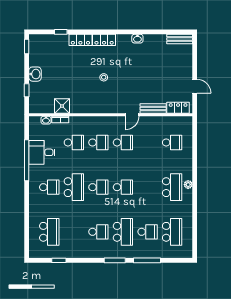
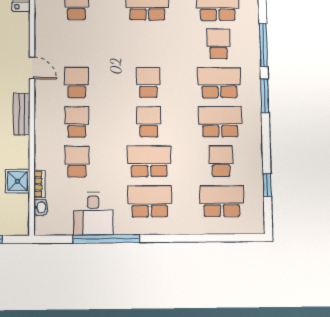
bench: (153, 108) -> (22, 114), moved
school desk: (49, 187) -> (150, 201), width x1.85
school desk: (74, 232) -> (221, 161), added
school desk: (98, 232) -> (220, 122), width x1.85

